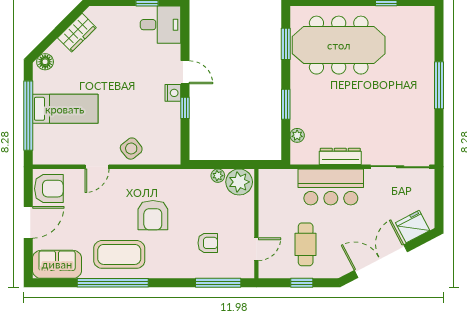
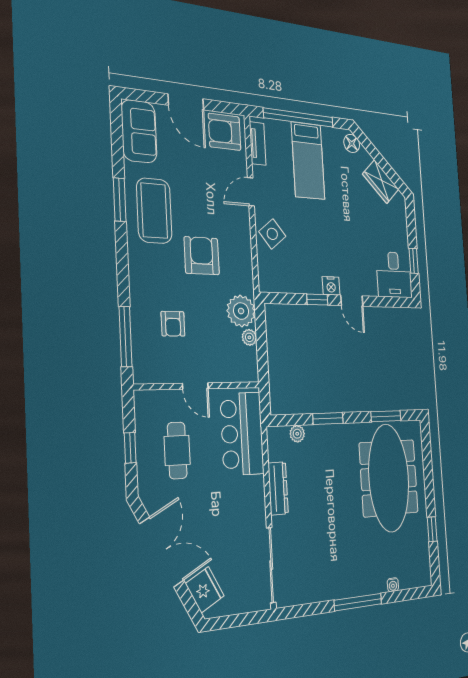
water cooler: (429, 48) -> (393, 585), added
door: (185, 72) -> (352, 301), hinge flipped
tv unit: (55, 158) -> (258, 143), added
door: (97, 167) -> (251, 192), hinge flipped
plant: (239, 182) -> (241, 311), moved
bar counter: (331, 187) -> (242, 434), moved
armchair: (49, 189) -> (225, 132), turned 90
armchair: (153, 215) -> (202, 256), turned 90
cafe table: (306, 244) -> (177, 450), turned 90
door: (256, 249) -> (195, 386), moved
window: (113, 283) -> (120, 200), width x0.47

